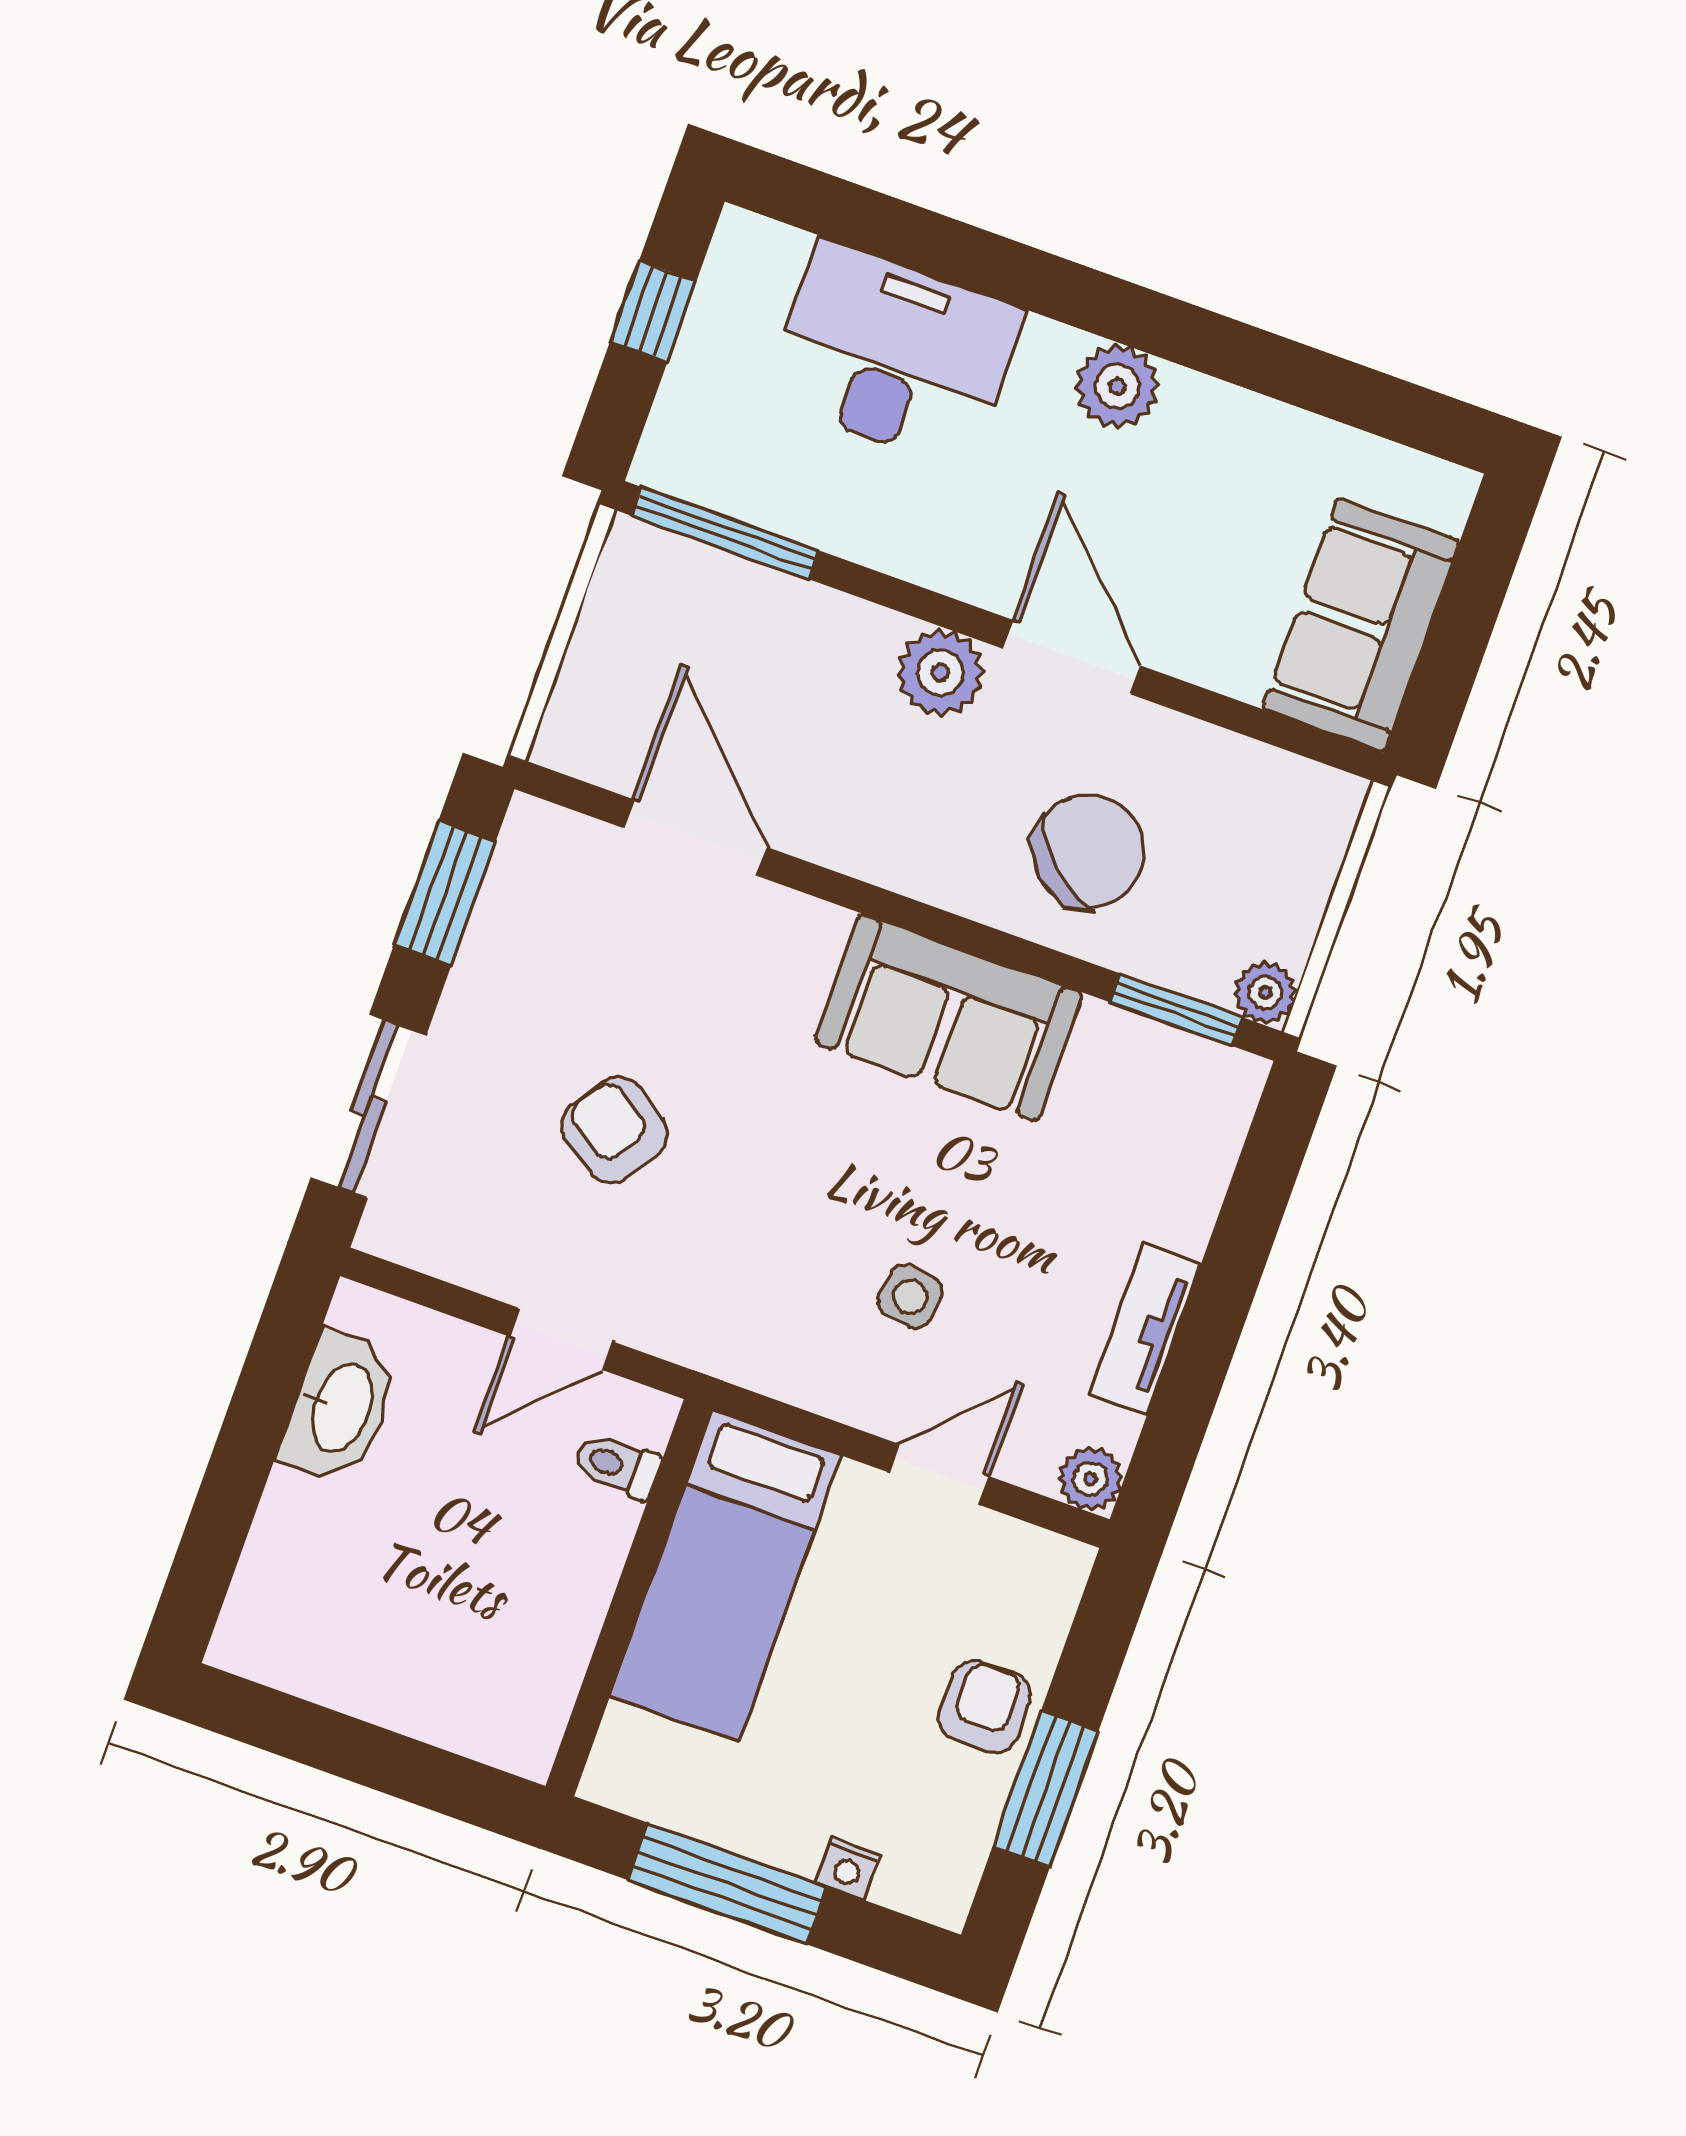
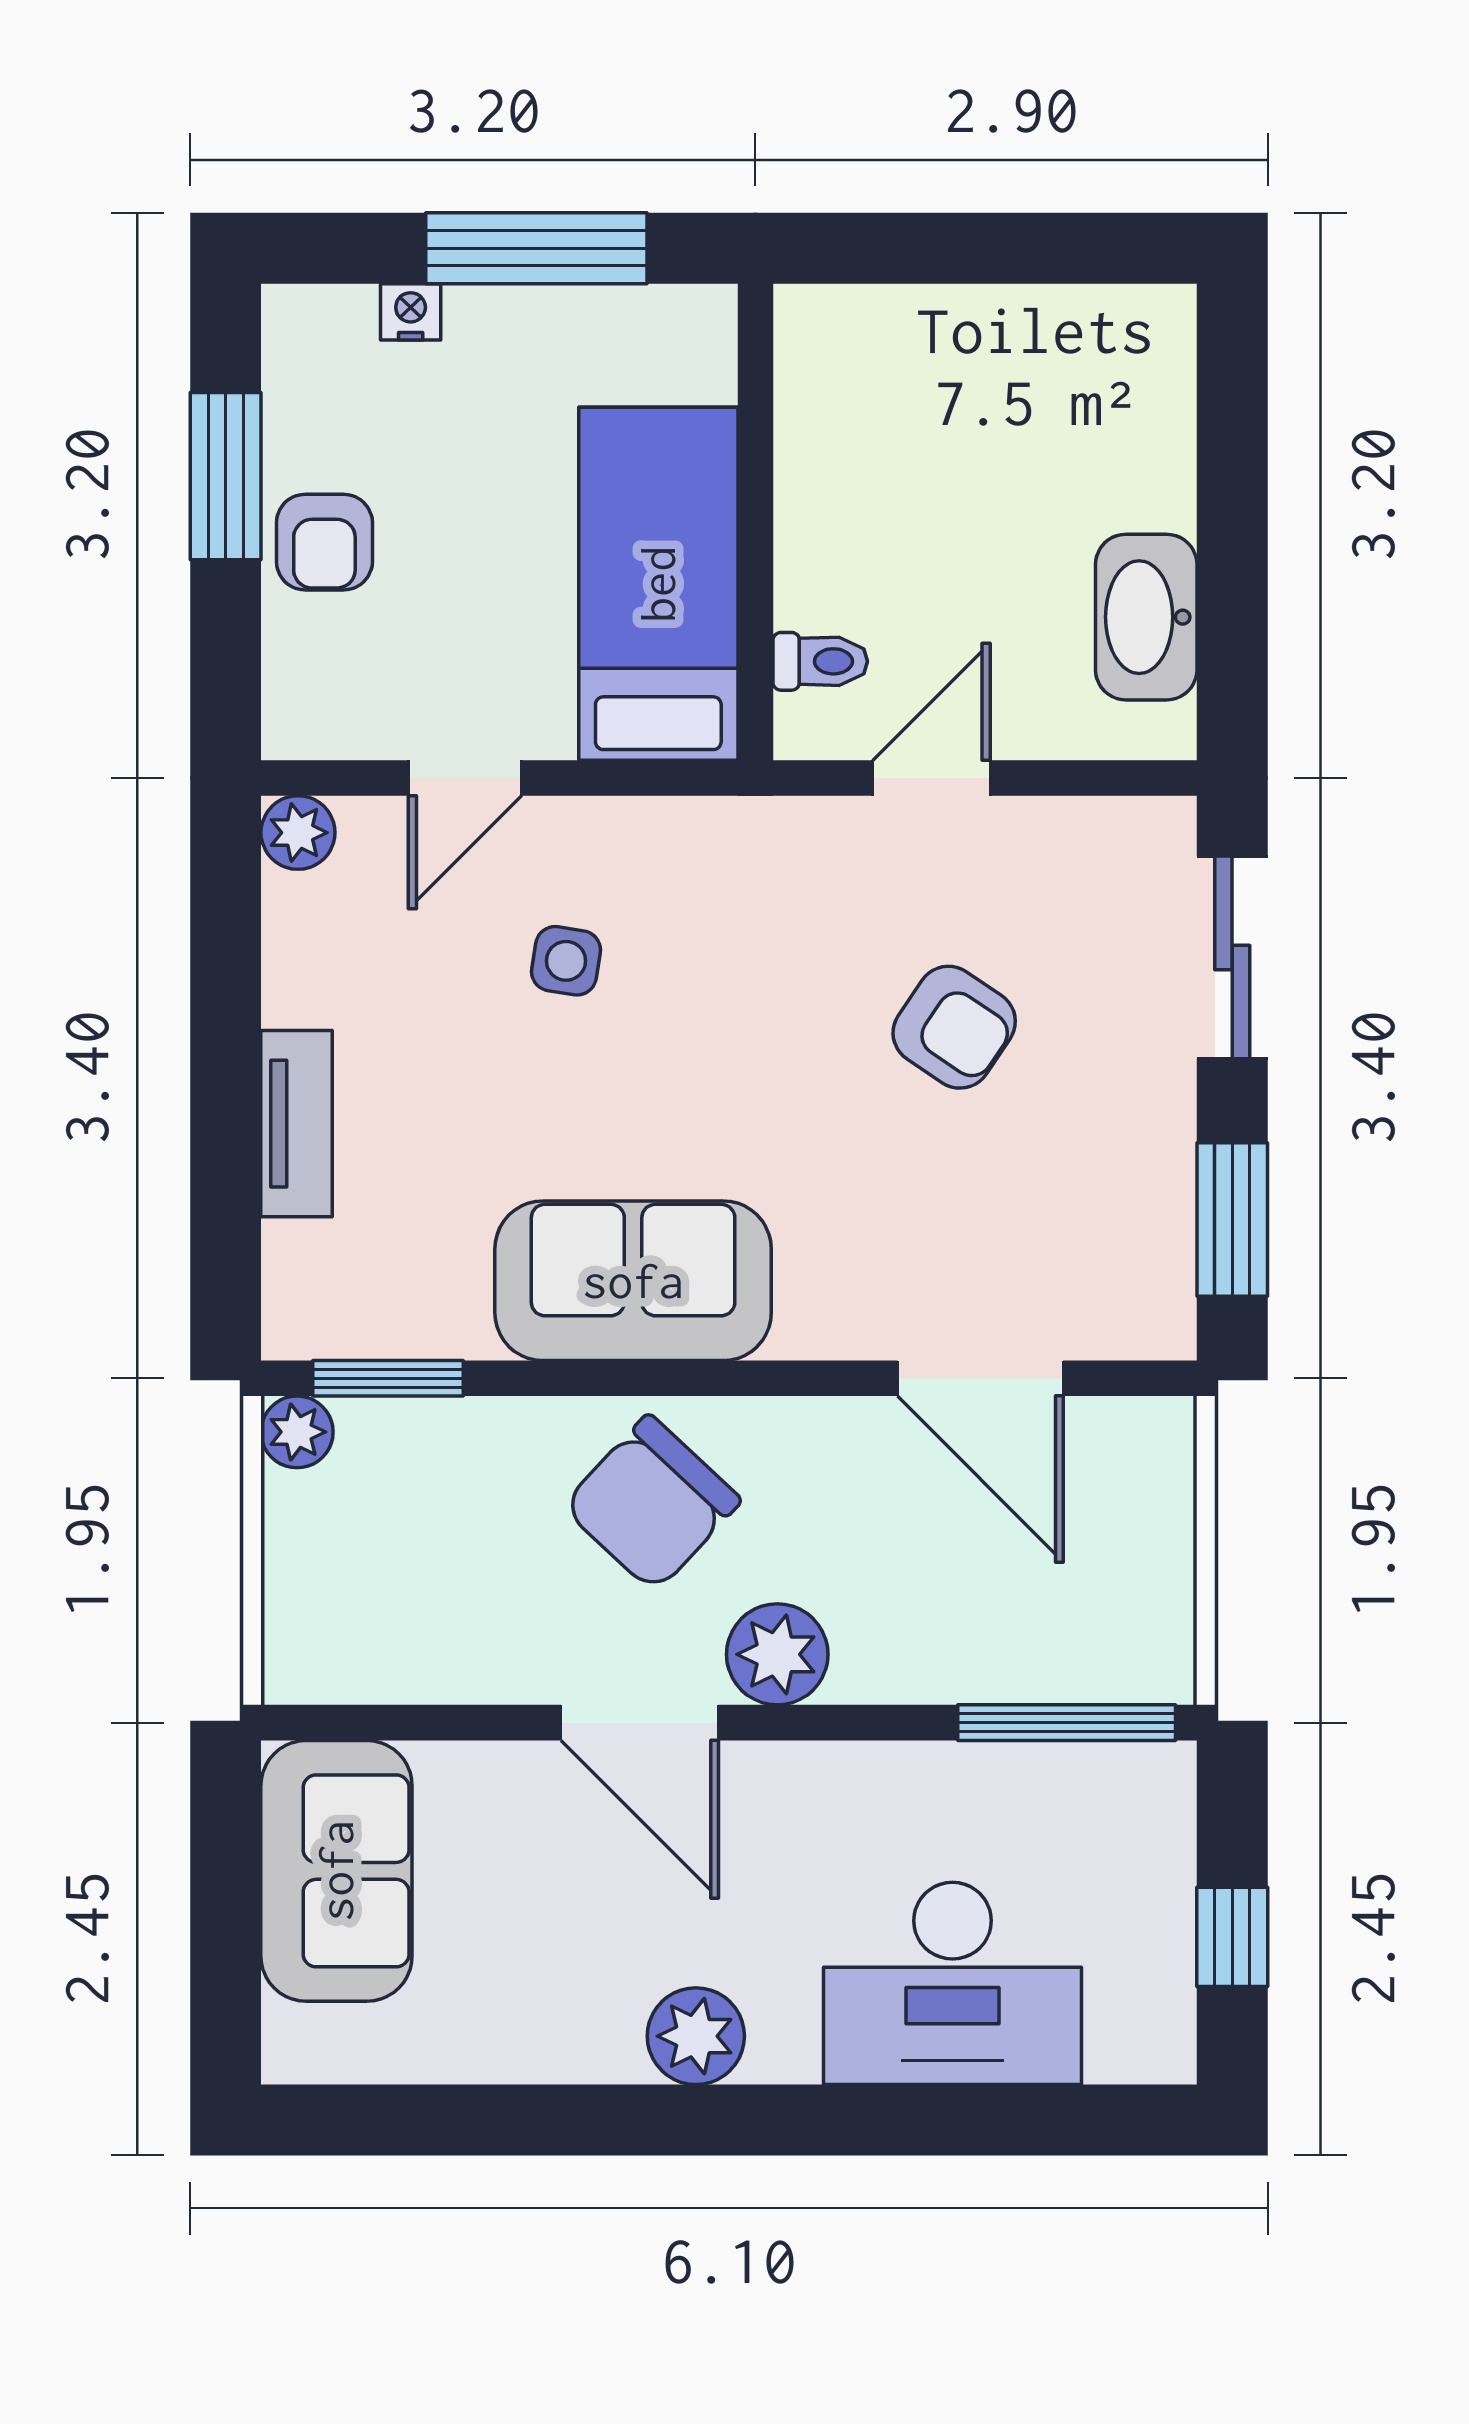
chair: (1088, 851) -> (652, 1503), moved
tv unit: (1145, 1329) -> (297, 1124), moved

